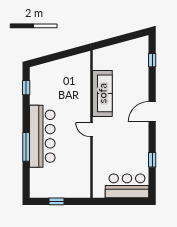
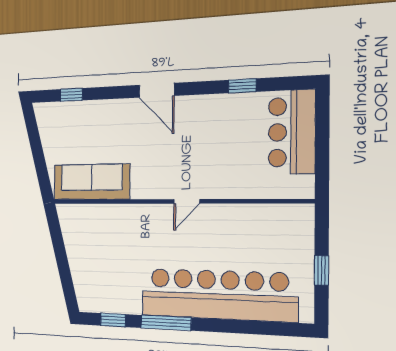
sofa: (102, 93) -> (92, 182), moved
bar counter: (42, 136) -> (218, 295), width x1.36
window: (26, 147) -> (166, 323), moved

